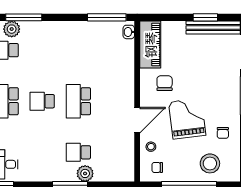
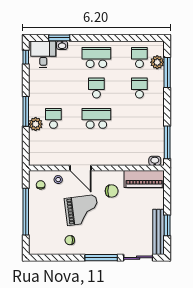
school desk: (42, 50) -> (139, 88), added
stool: (210, 163) -> (44, 229), removed

